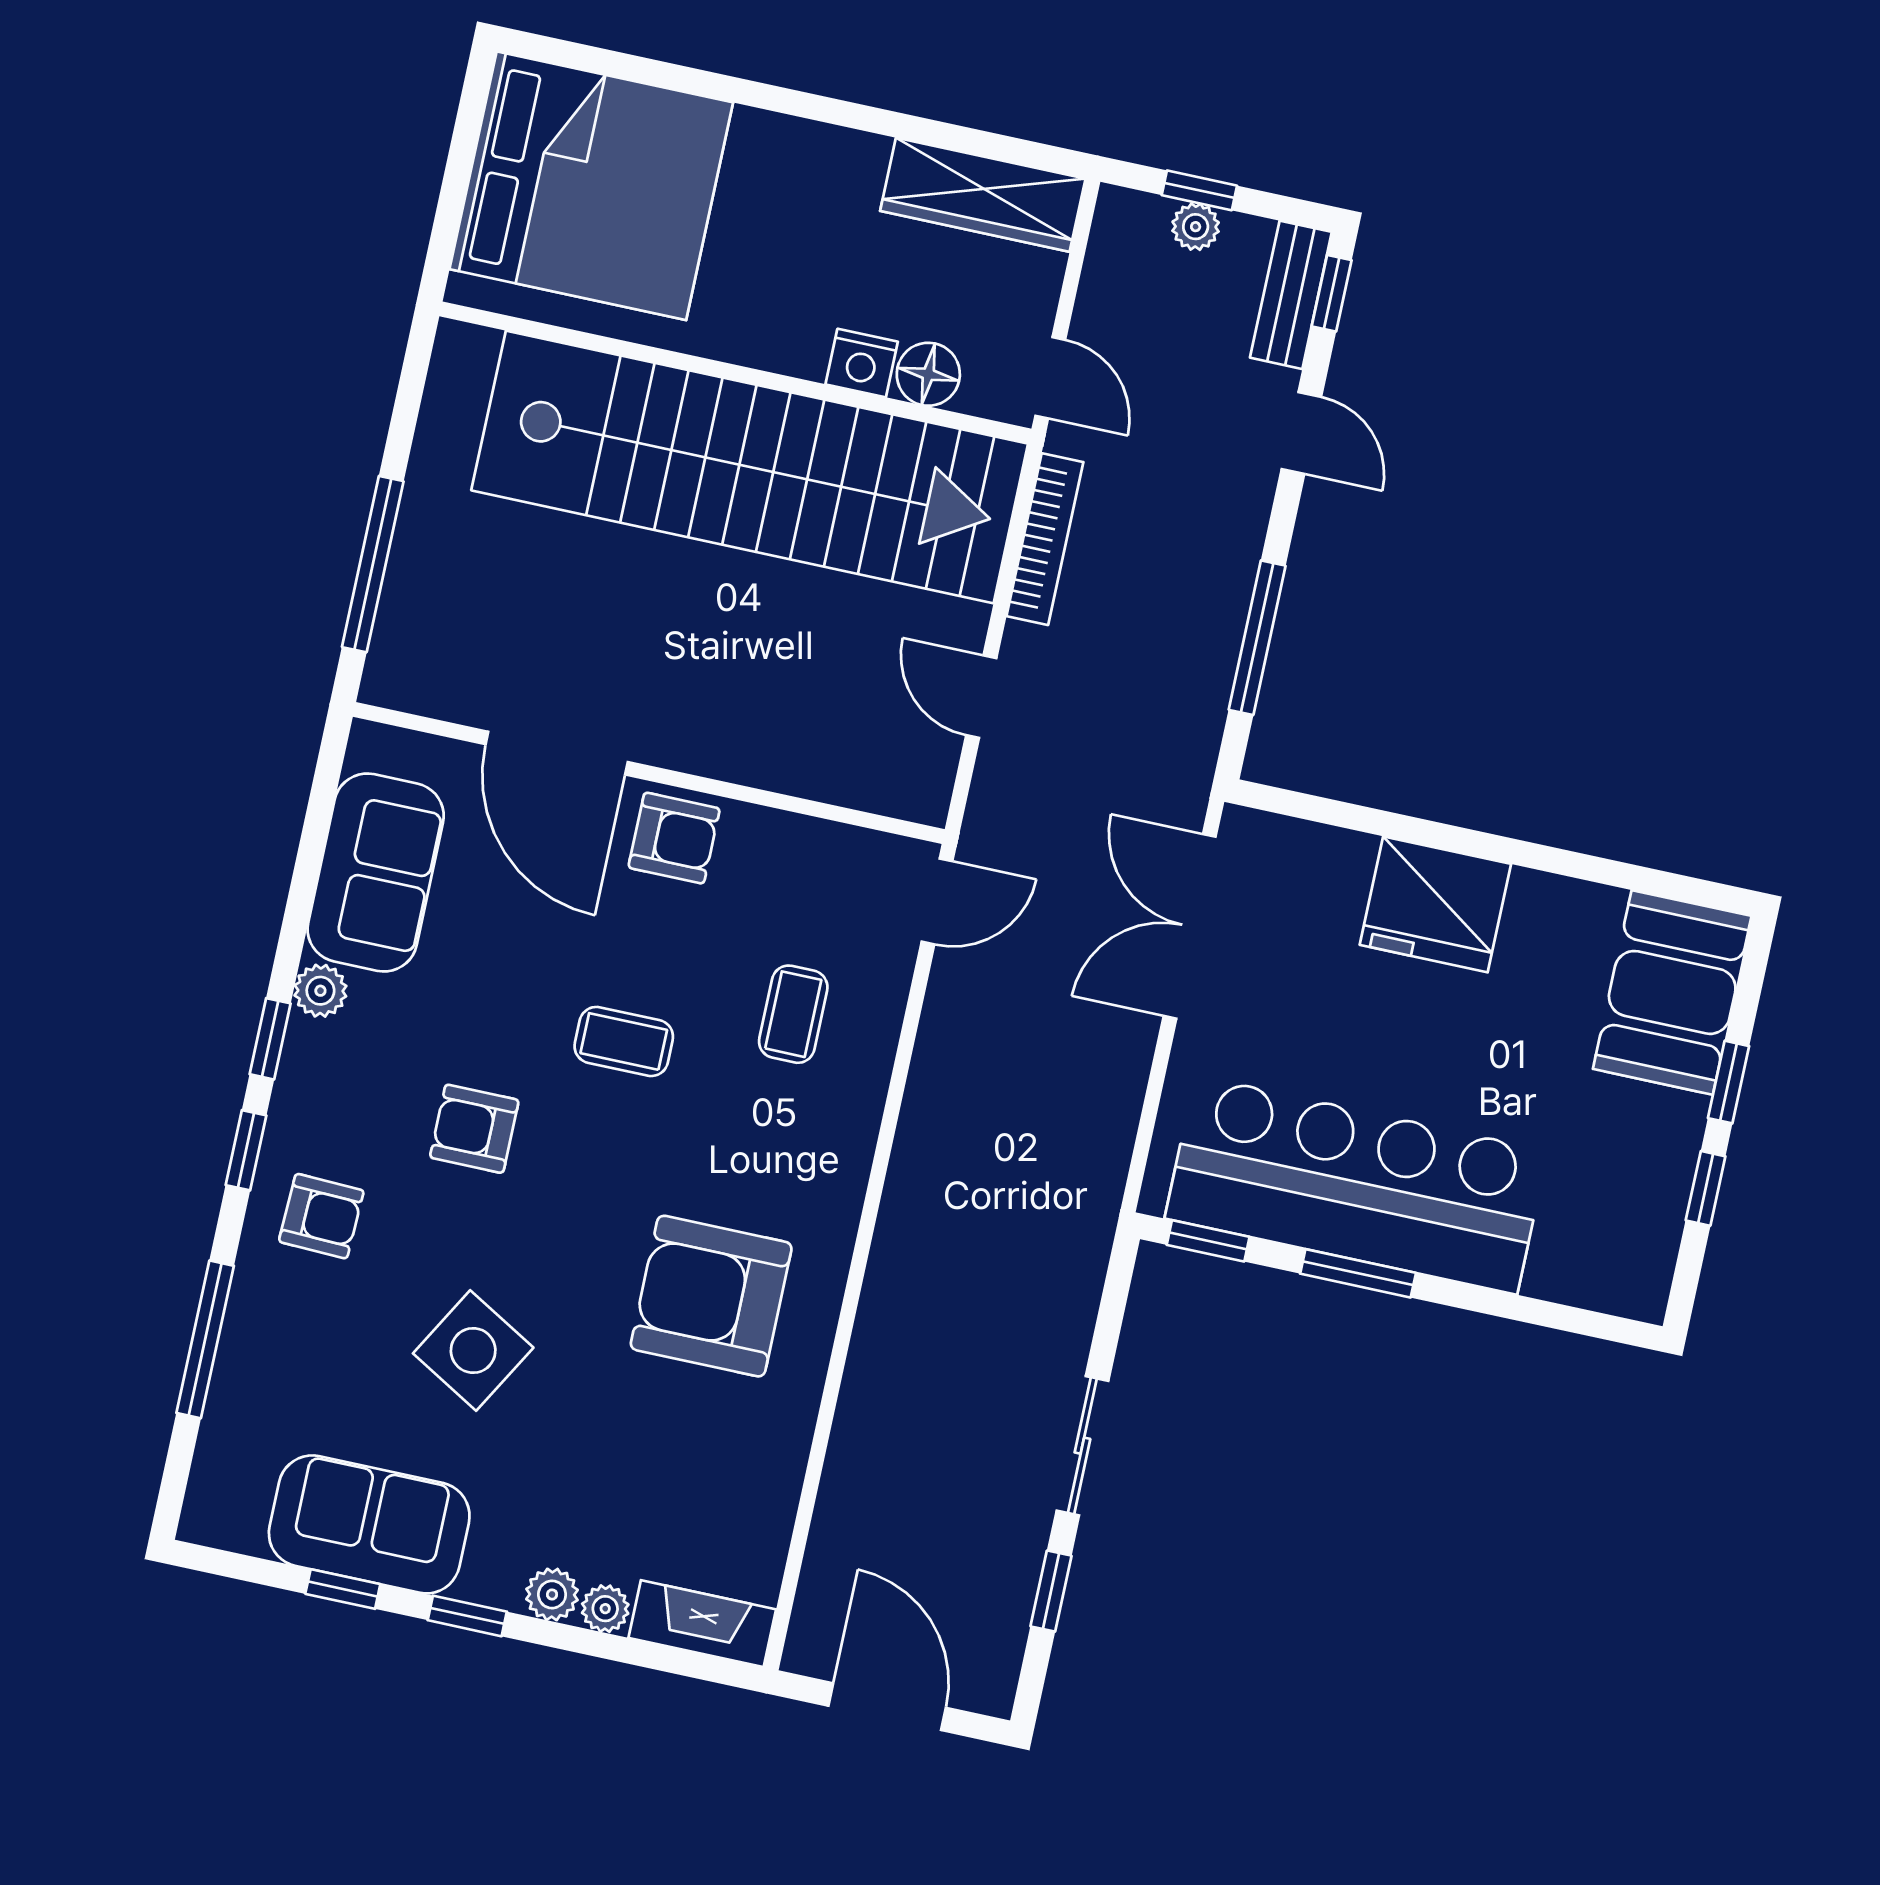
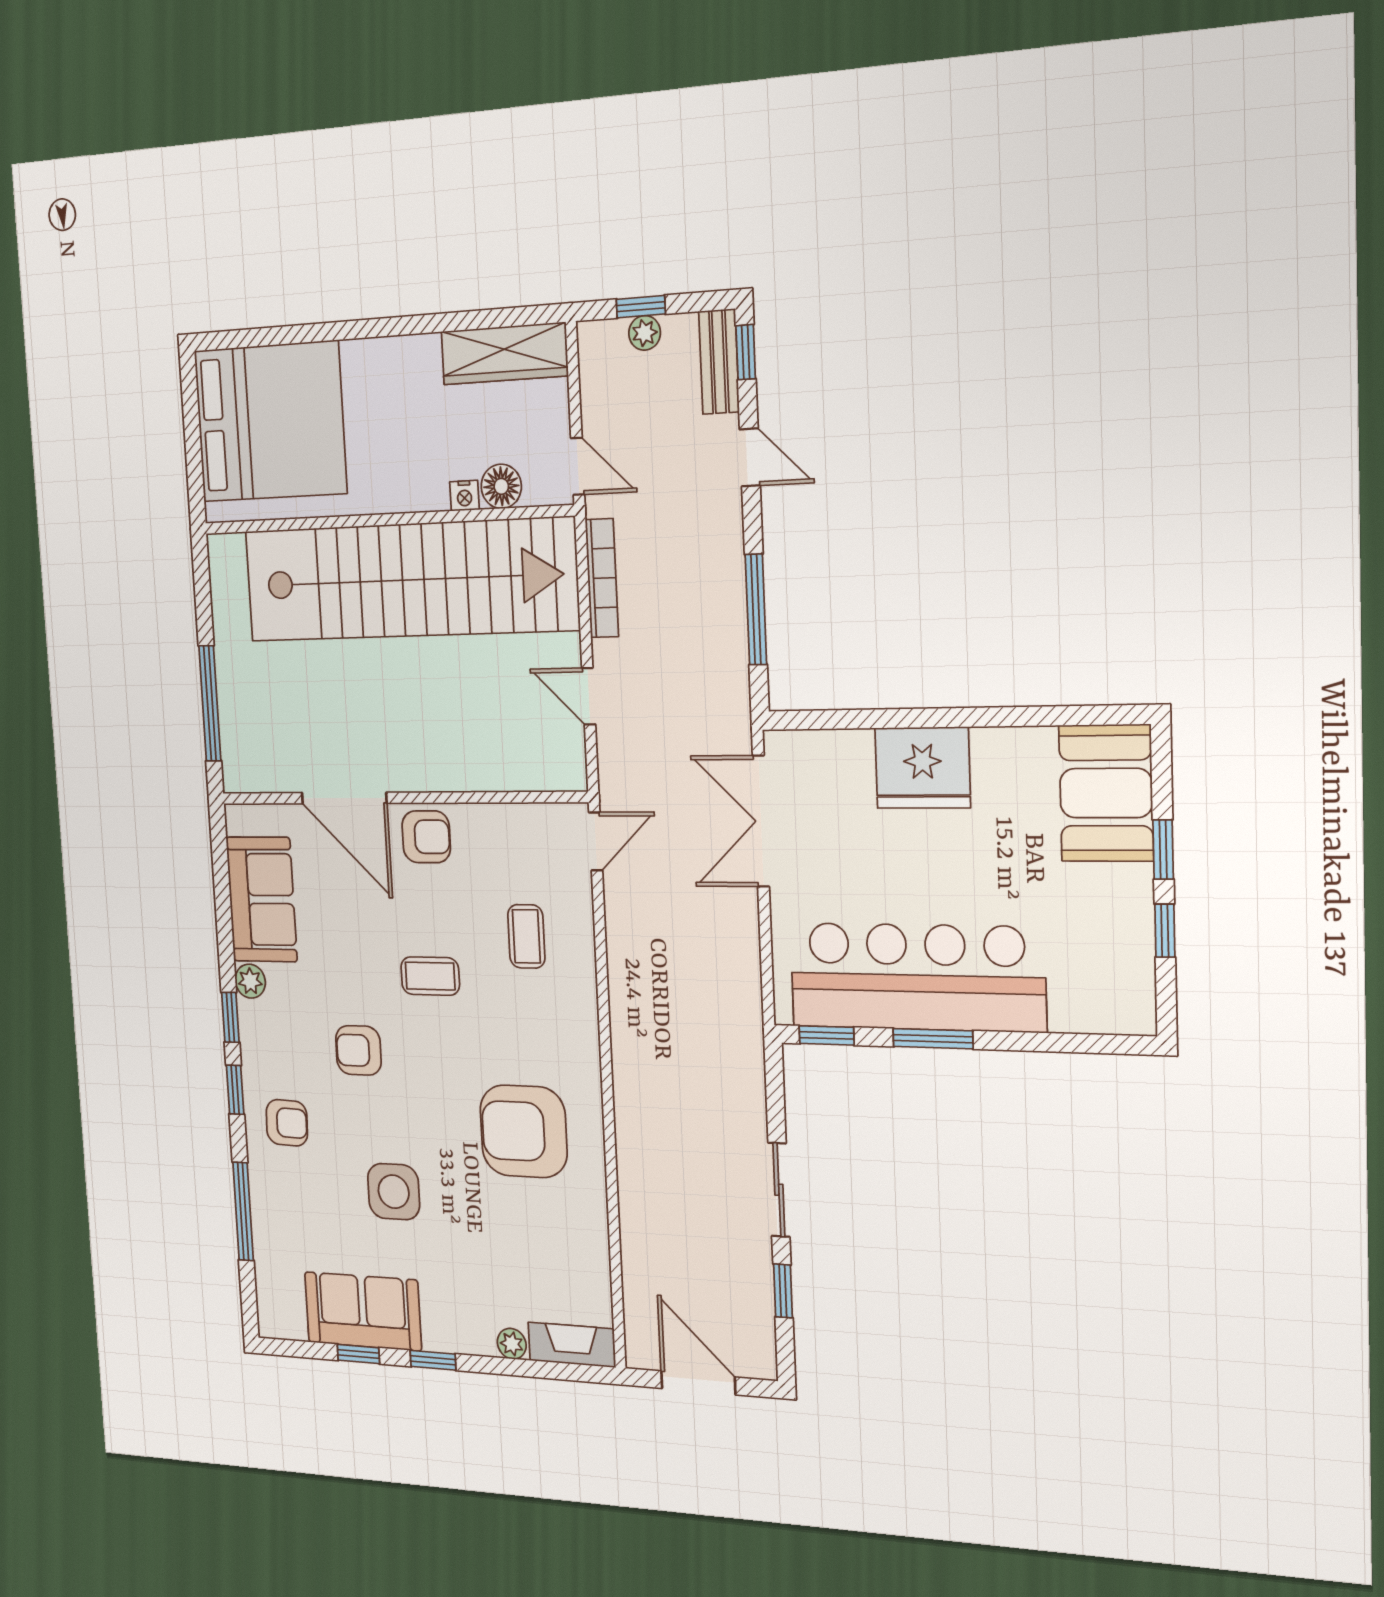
nightstand: (862, 363) -> (464, 496), width x0.72, depth x0.74
side table: (473, 1350) -> (394, 1192), turned -30
plant: (552, 1594) -> (478, 1339), removed

